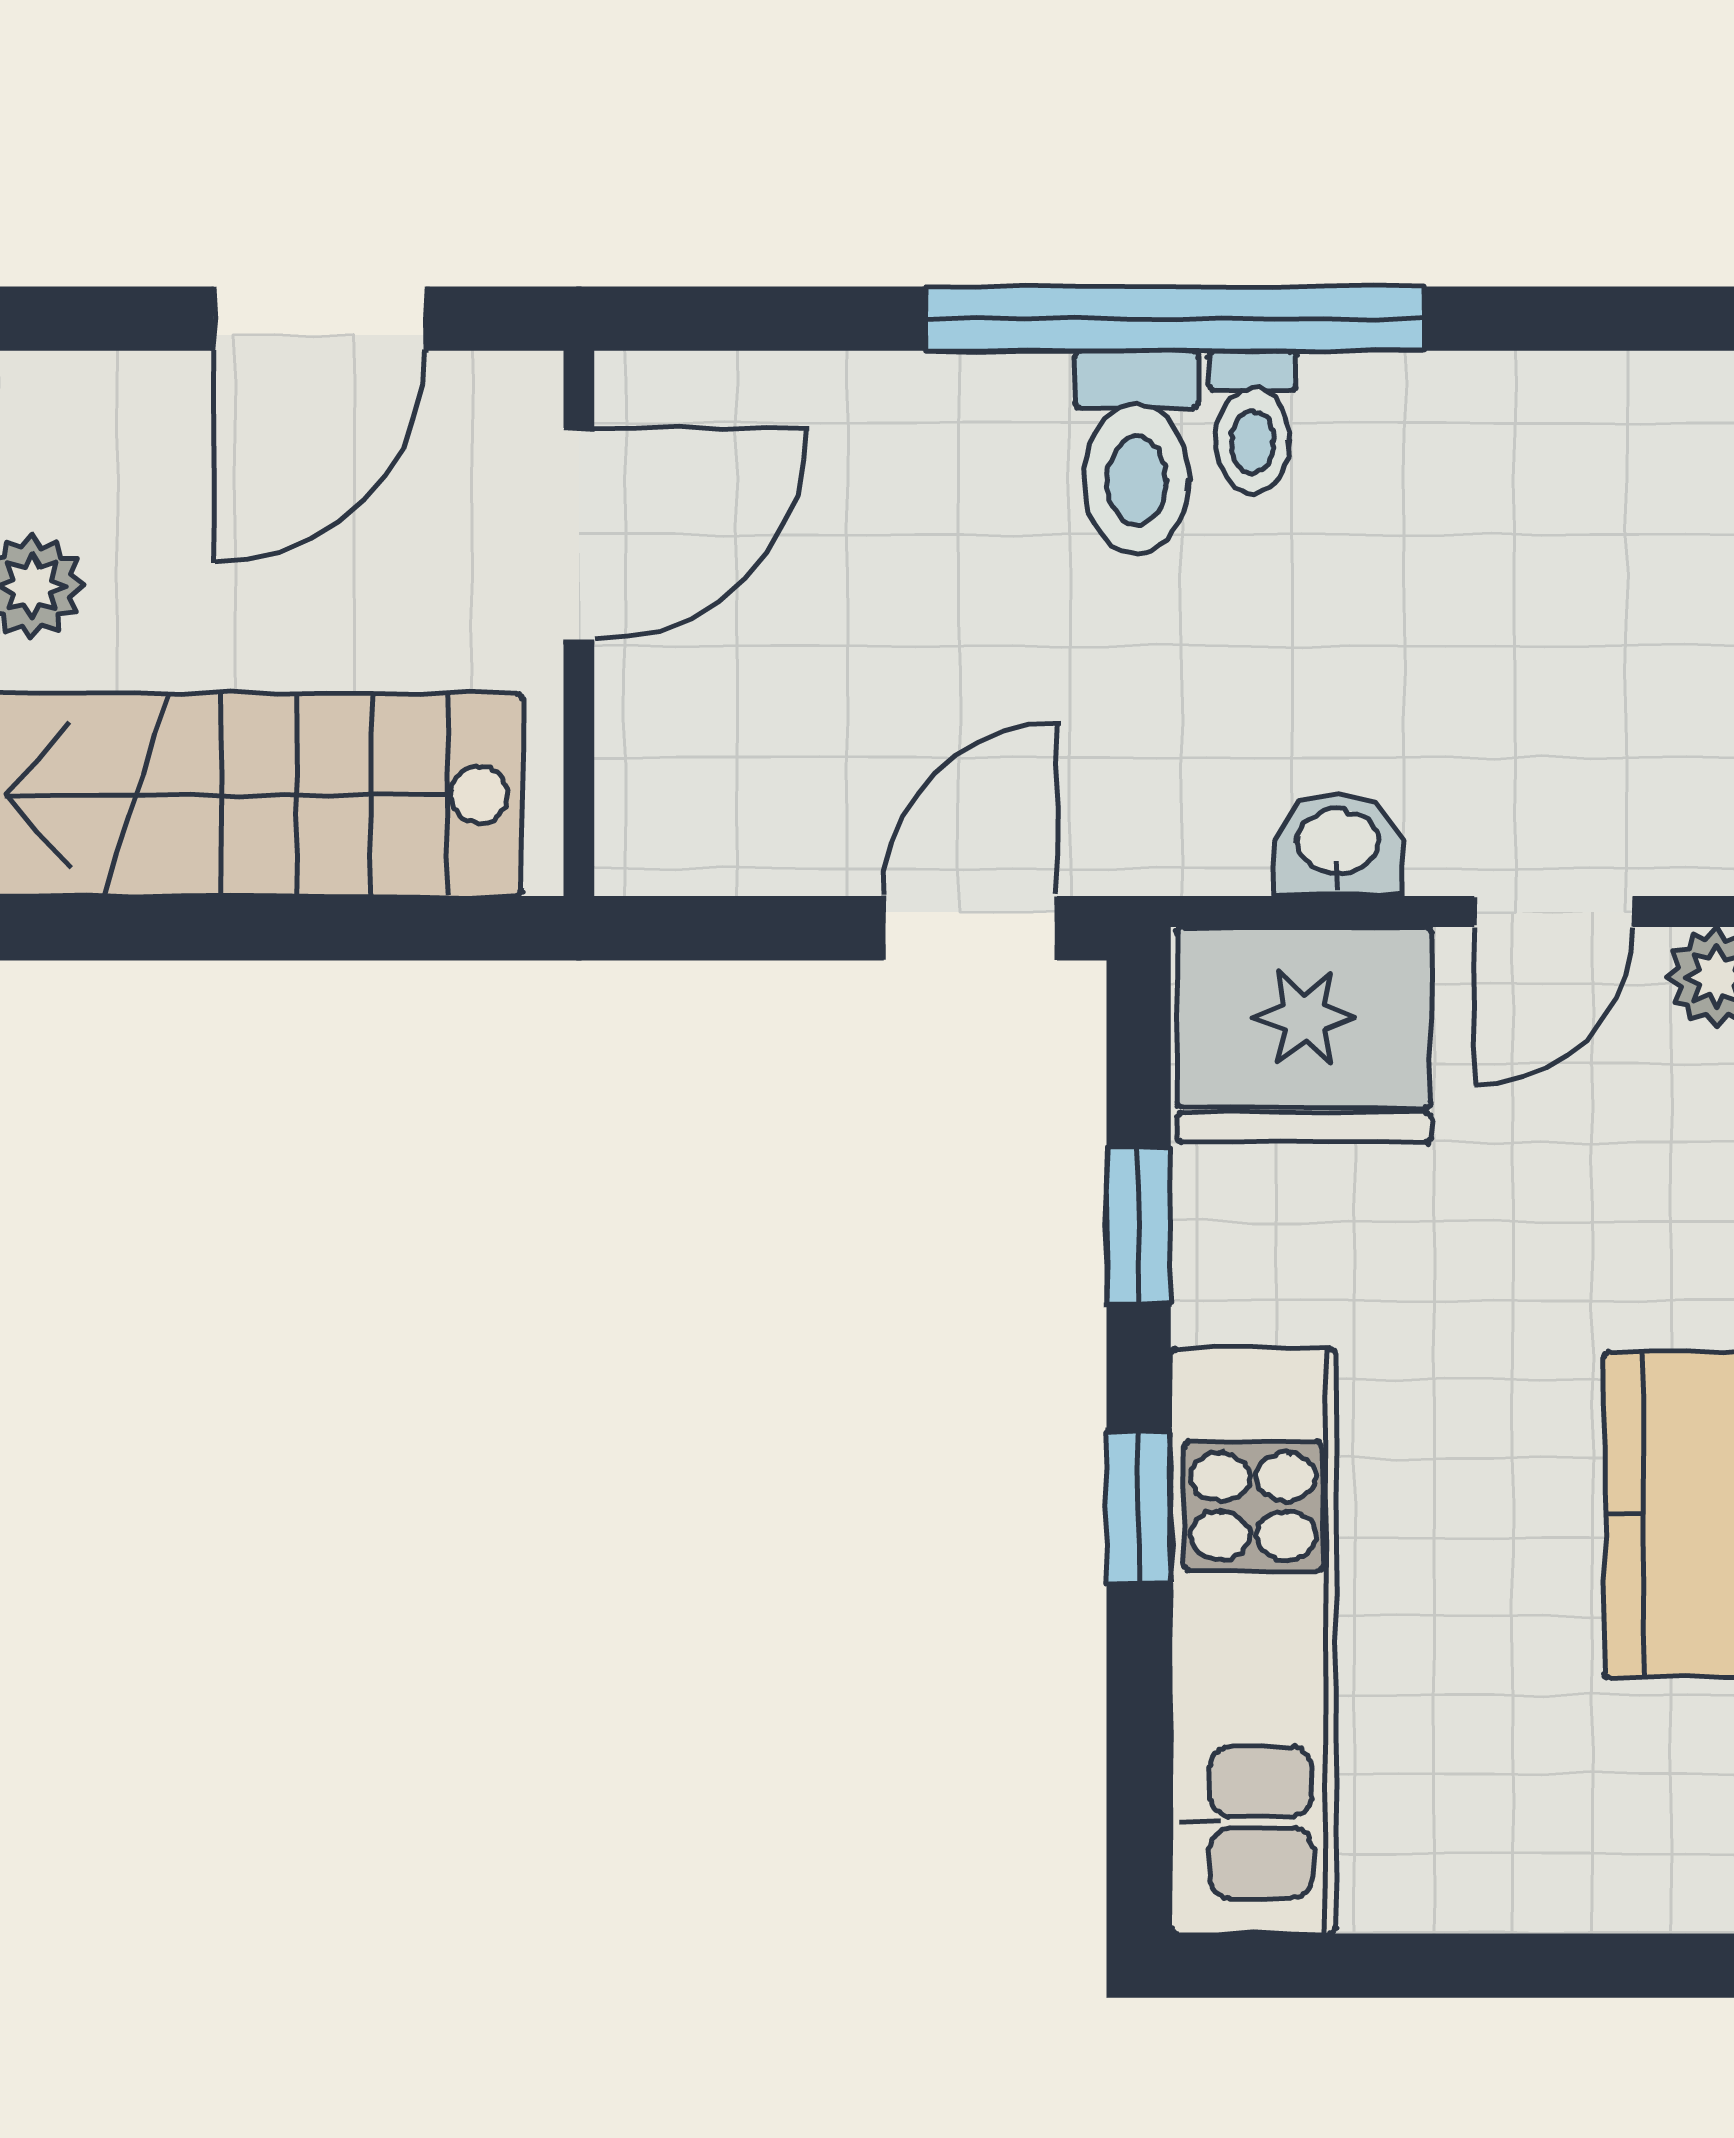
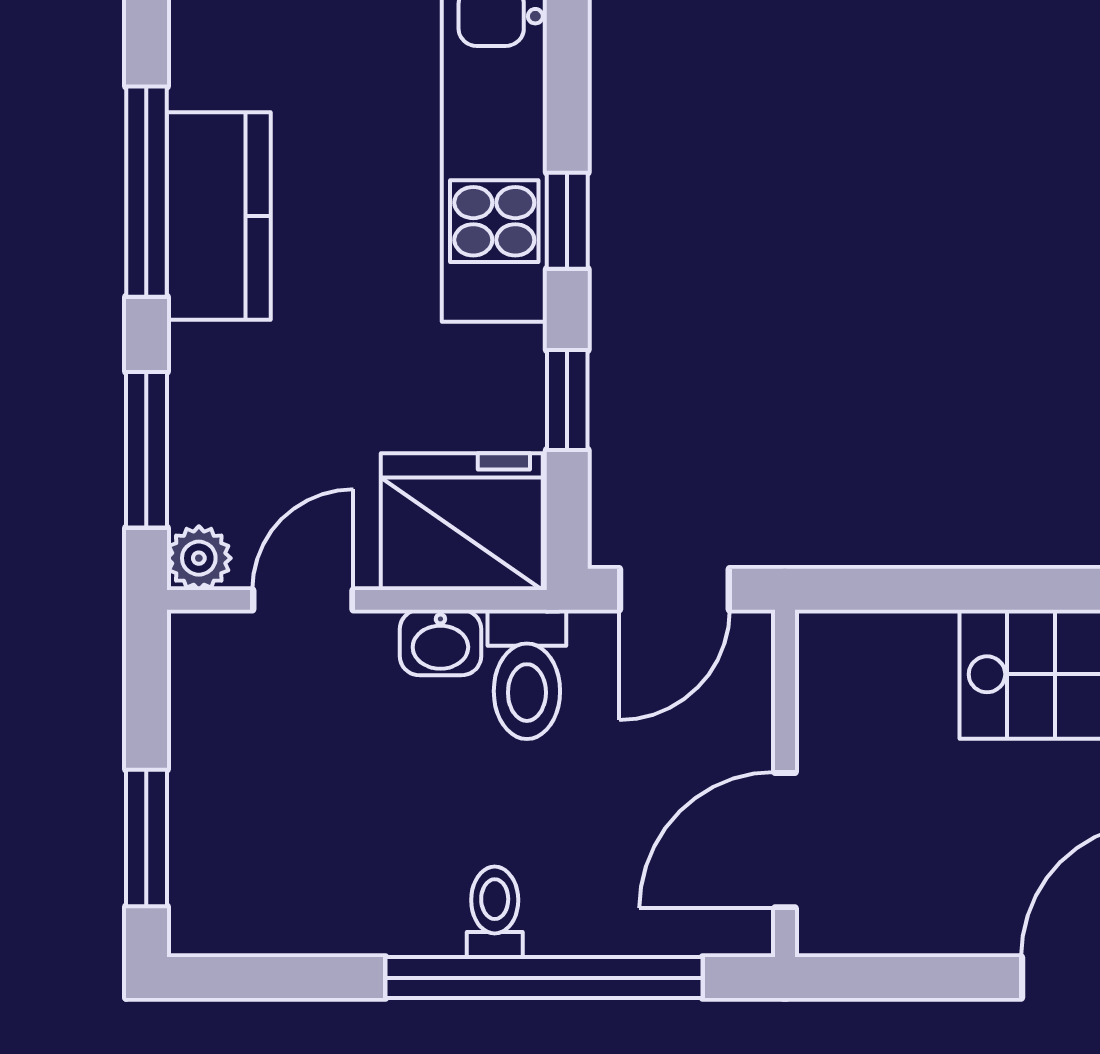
toilet: (1137, 452) -> (527, 674), moved, turned 180
door: (579, 535) -> (785, 840), moved
wall: (579, 623) -> (785, 783), moved

